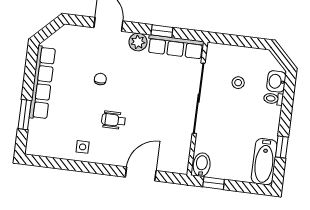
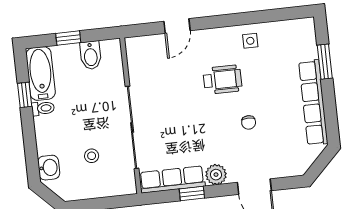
toilet: (273, 99) -> (43, 108), moved
wheelchair: (114, 120) -> (223, 80), width x1.36, depth x1.37
bidet: (202, 165) -> (91, 55), moved
door: (141, 174) -> (177, 26), width x0.73
window: (214, 183) -> (68, 38), moved

